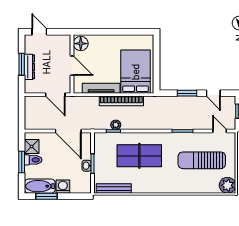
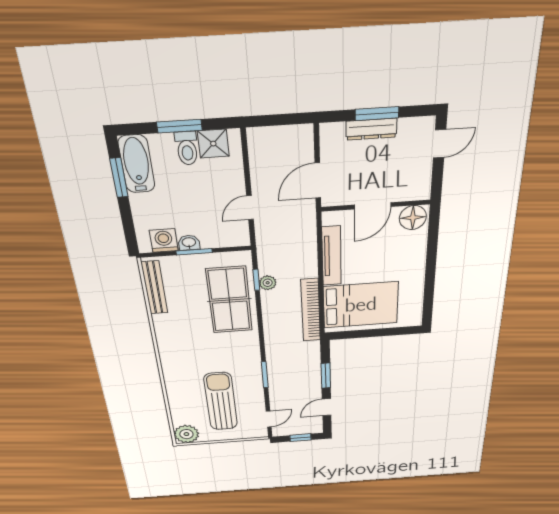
bookcase: (121, 101) -> (311, 310), moved
door: (68, 131) -> (250, 208), width x0.53
table tennis table: (139, 156) -> (229, 300), moved
washing machine: (63, 187) -> (164, 241), moved, turned -90

